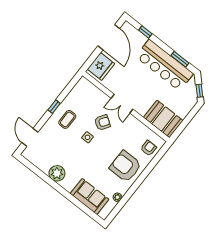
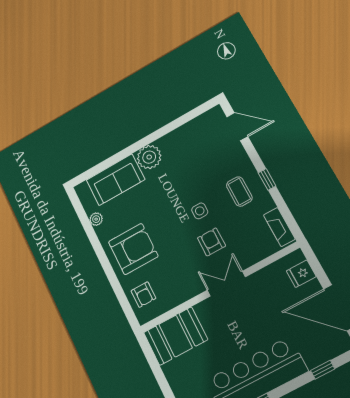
fridge: (101, 66) -> (301, 274), width x0.53, depth x0.75
fireplace: (78, 88) -> (279, 227), added
armchair: (102, 122) -> (211, 242), turned 146
plant: (57, 173) -> (149, 157), moved

